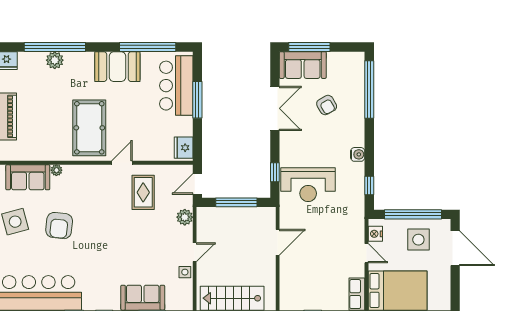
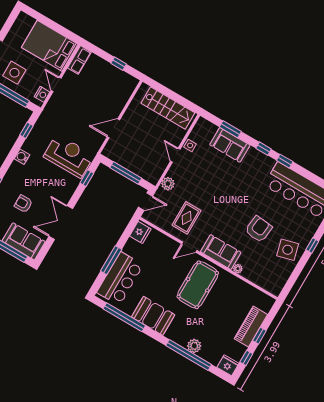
armchair: (327, 105) -> (23, 204), turned -60
sofa: (28, 177) -> (221, 252), moved
door: (195, 252) -> (175, 155), hinge flipped

